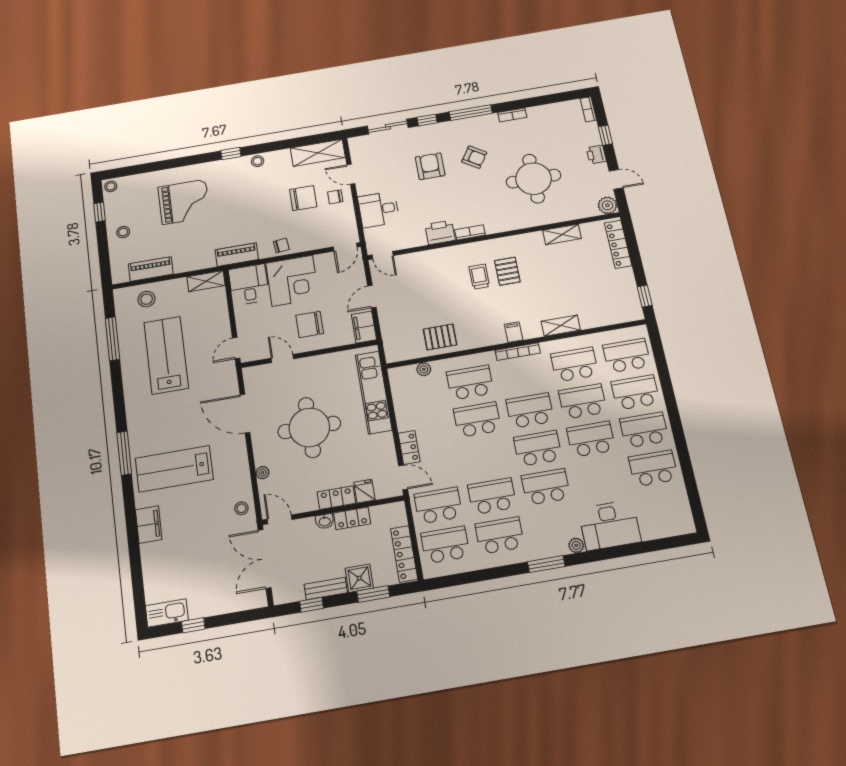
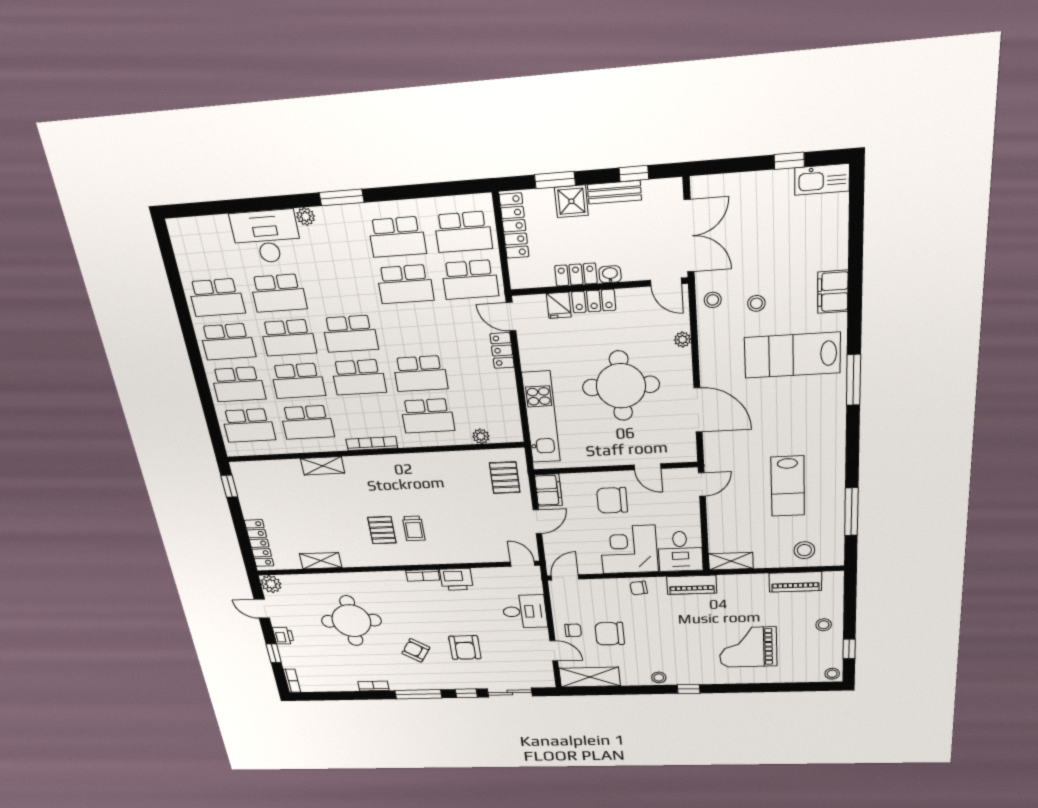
chair: (310, 324) -> (612, 500), turned 180
filing cabinet: (514, 332) -> (376, 465), removed
pallet: (440, 337) -> (505, 478), moved, turned 90
lab bench: (166, 355) -> (788, 486), width x0.73, depth x0.72
lab bench: (174, 469) -> (792, 355), turned 180
school desk: (546, 487) -> (278, 293), moved
stool: (207, 509) -> (756, 303), added

